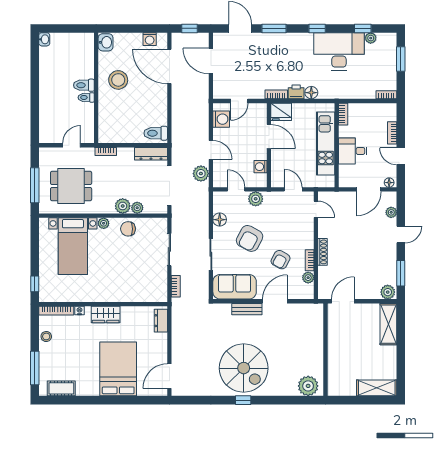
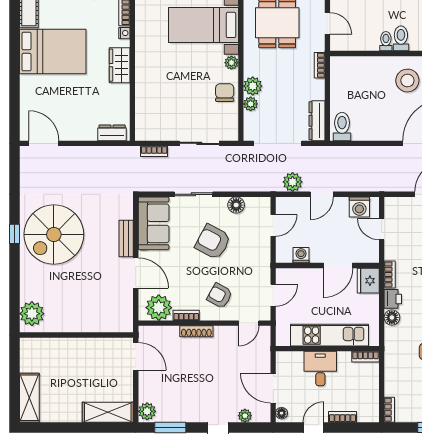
plant: (256, 199) -> (262, 249), removed
armchair: (281, 260) -> (220, 296), moved
plant: (308, 278) -> (159, 308), width x1.87, depth x1.87
bed: (118, 369) -> (53, 52), moved

